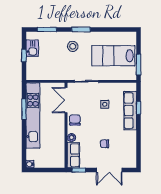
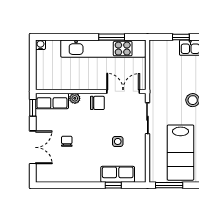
lab bench: (113, 56) -> (181, 153), turned 180
row of seats: (130, 111) -> (118, 174), width x0.68
double door: (109, 170) -> (33, 147), swing flipped

